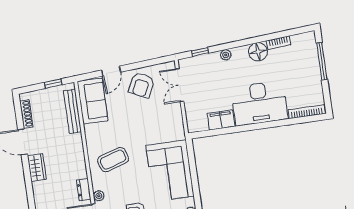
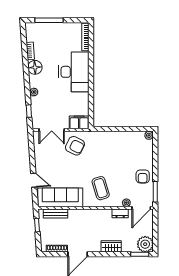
armchair: (142, 85) -> (75, 146), moved
sofa: (92, 101) -> (60, 197), width x1.36
bench: (72, 111) -> (56, 214), width x0.73
filing cabinet: (221, 120) -> (79, 122), moved, turned 90
wardrobe: (37, 168) -> (111, 246), moved
corner sofa: (170, 171) -> (115, 147), removed

